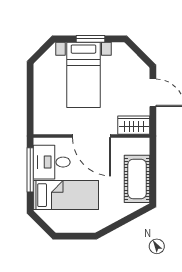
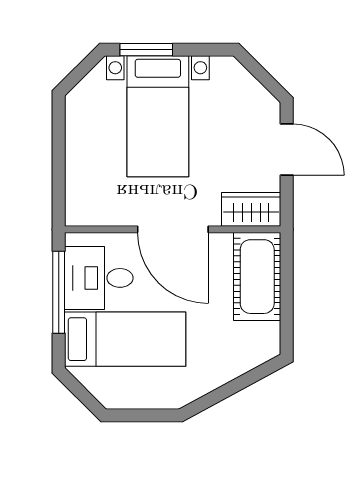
window: (90, 39) -> (146, 50), moved
cot: (137, 179) -> (257, 277), moved

